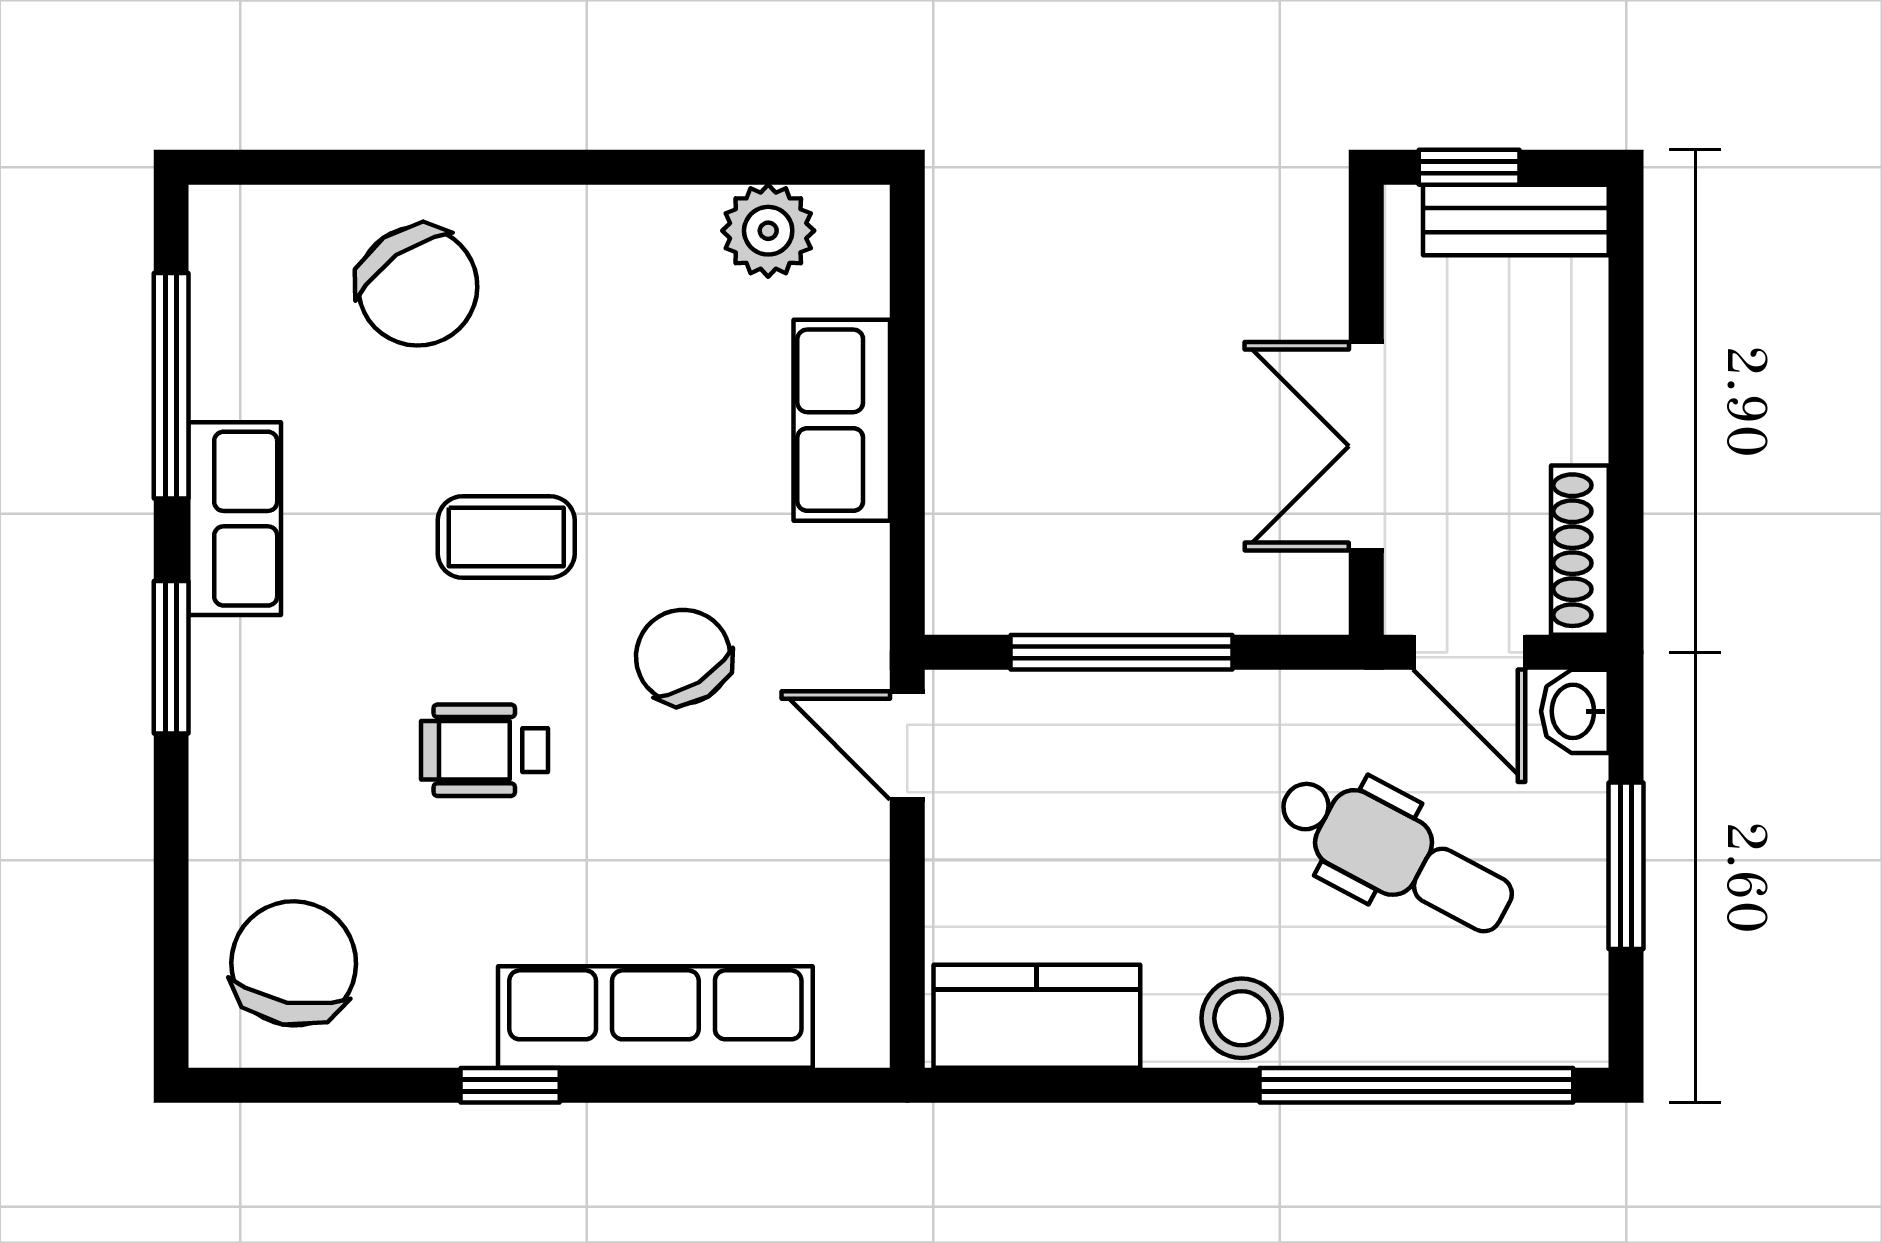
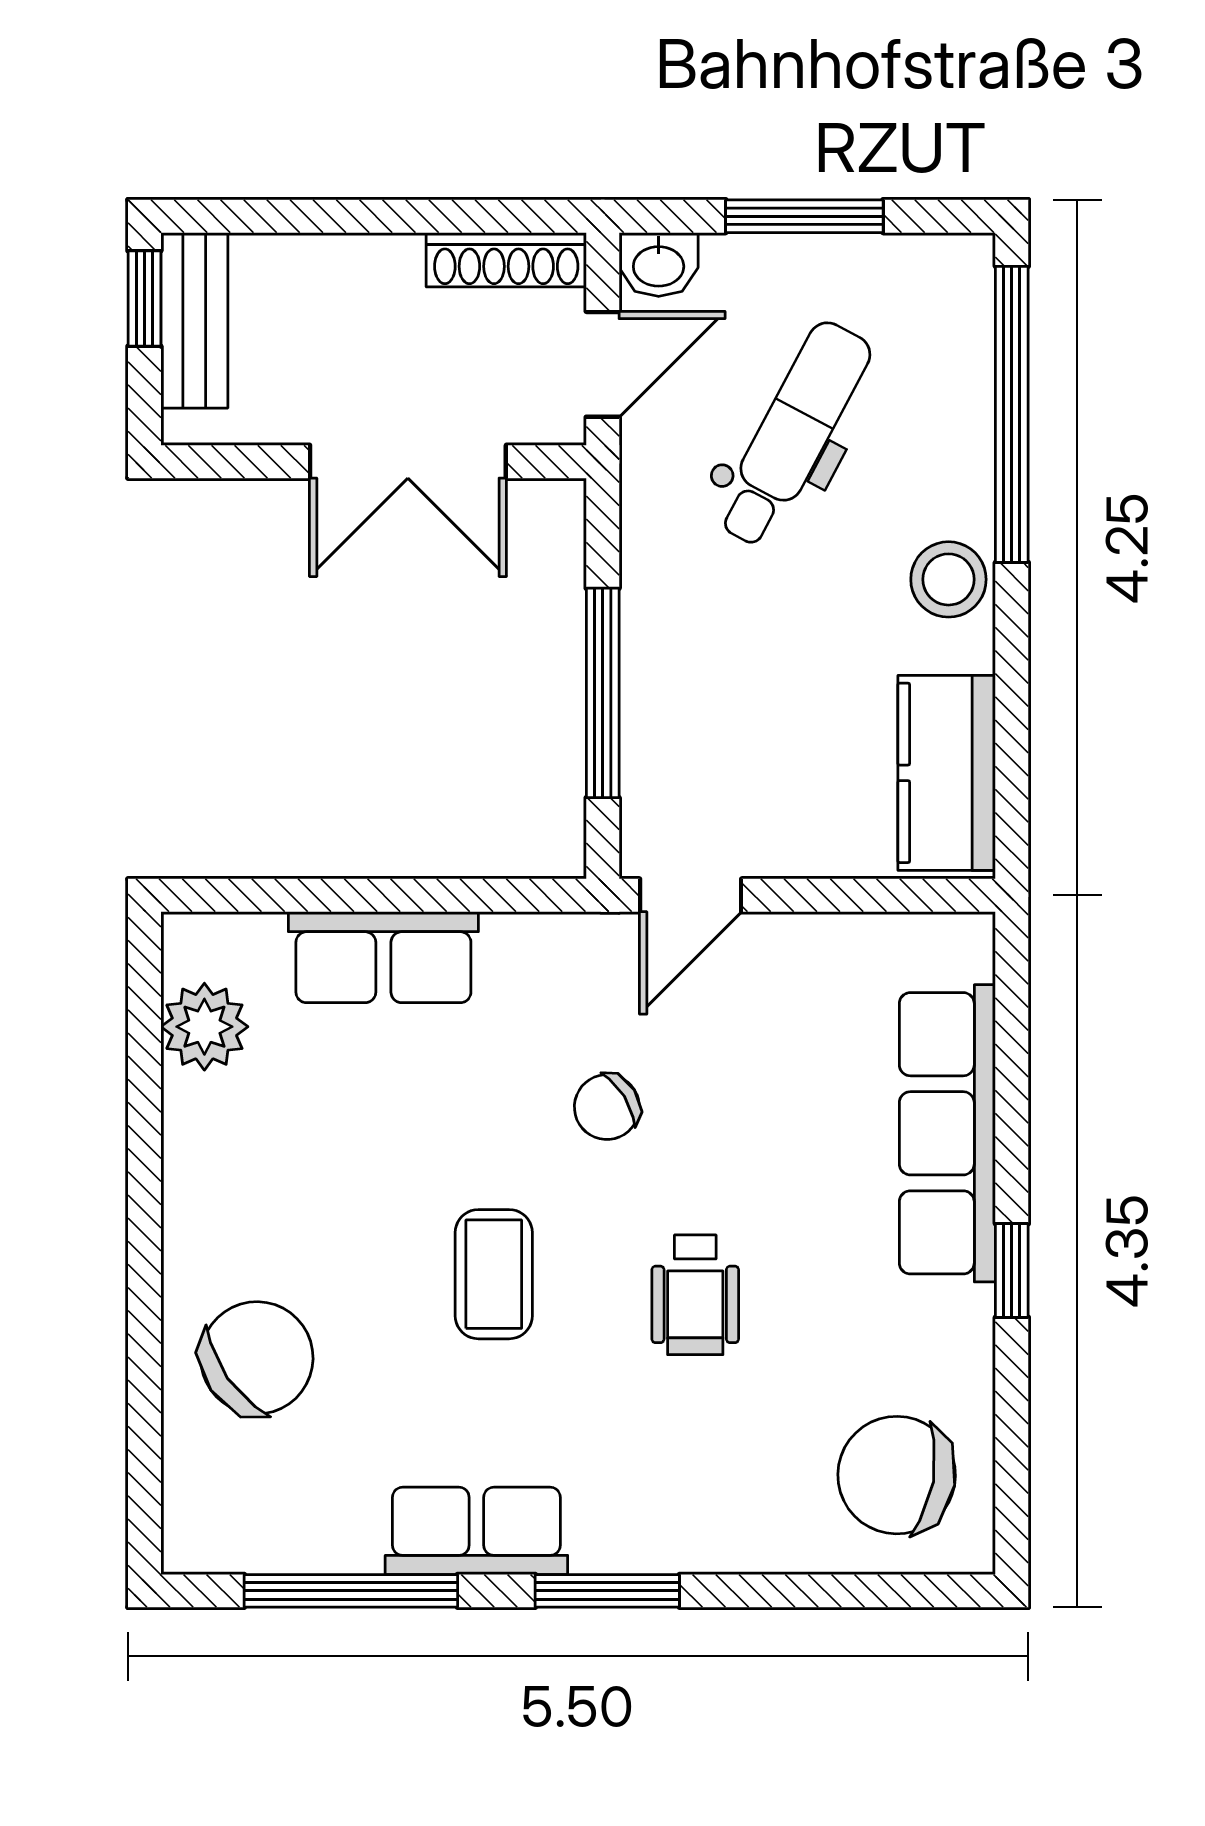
window: (1469, 167) -> (144, 298), moved
chair: (683, 657) -> (607, 1107), width x0.73, depth x0.73

